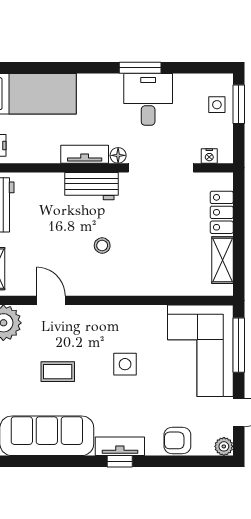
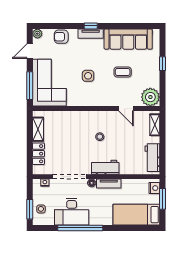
window: (140, 68) -> (80, 228), width x2.11
desk: (148, 99) -> (72, 212), width x1.37
armchair: (177, 440) -> (61, 37), turned 180

